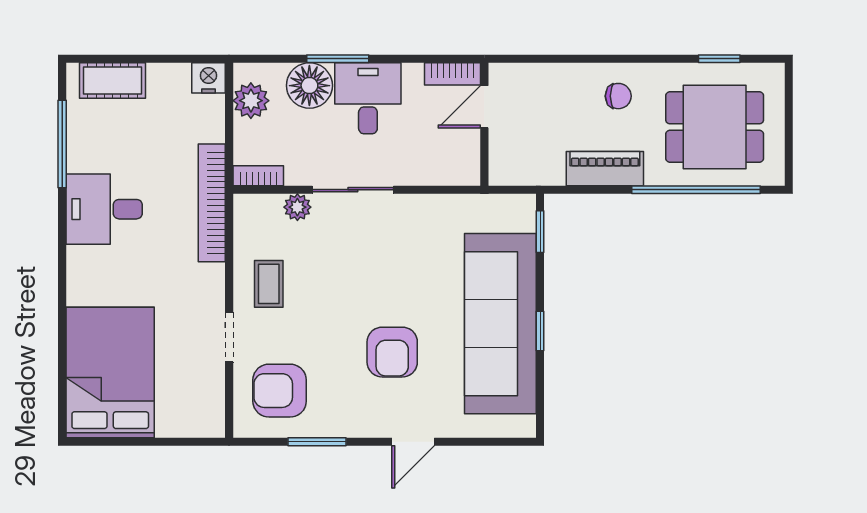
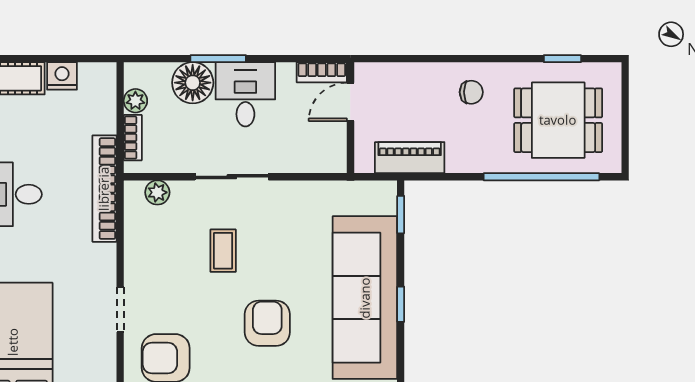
nightstand: (209, 78) -> (62, 76), moved
plant: (251, 101) -> (135, 101), width x0.73, depth x0.73
piano: (605, 169) -> (410, 158), moved
bookcase: (258, 176) -> (133, 138), moved, turned 90
plant: (297, 207) -> (157, 192), moved
coffee table: (269, 284) -> (223, 251), moved
armchair: (392, 352) -> (267, 323), turned 180

